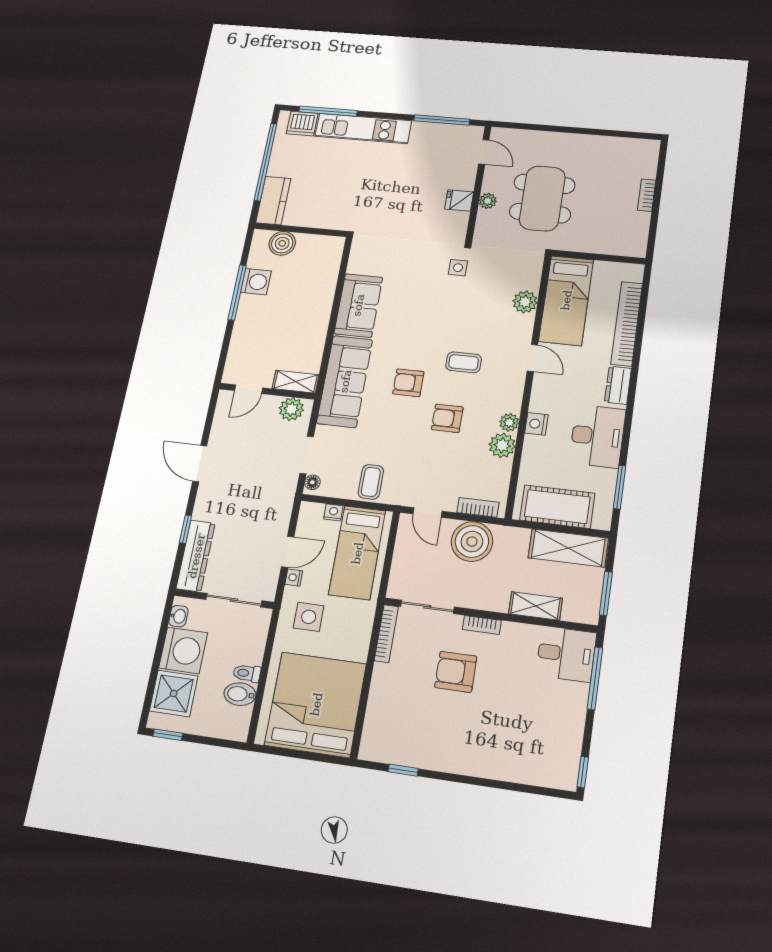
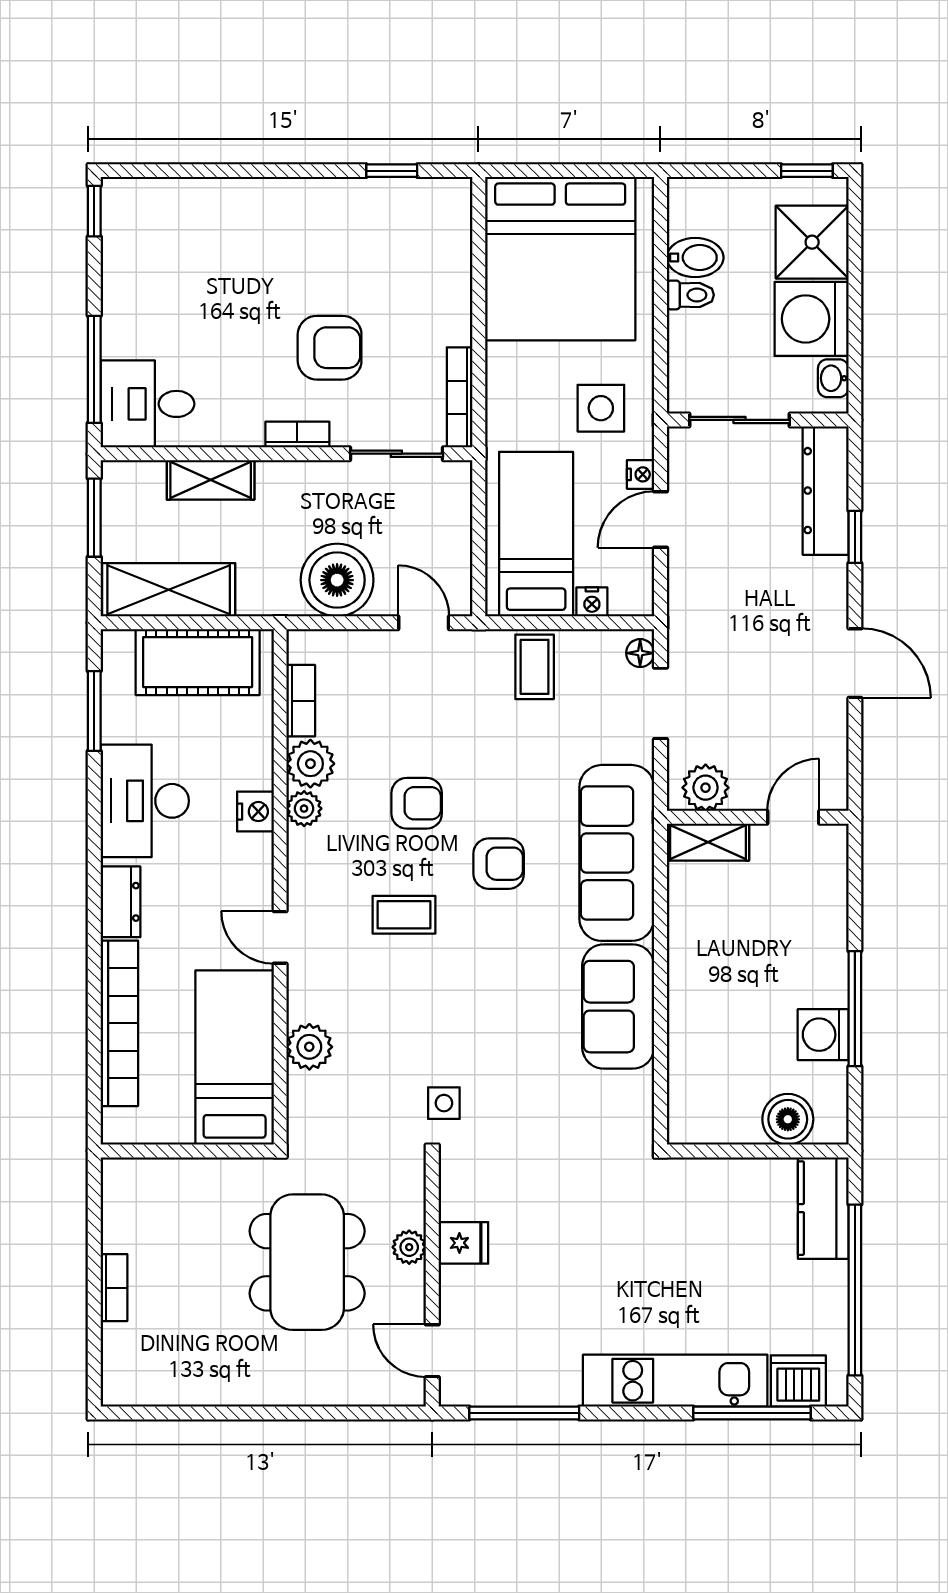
bookcase: (478, 507) -> (301, 701), moved, turned -90

